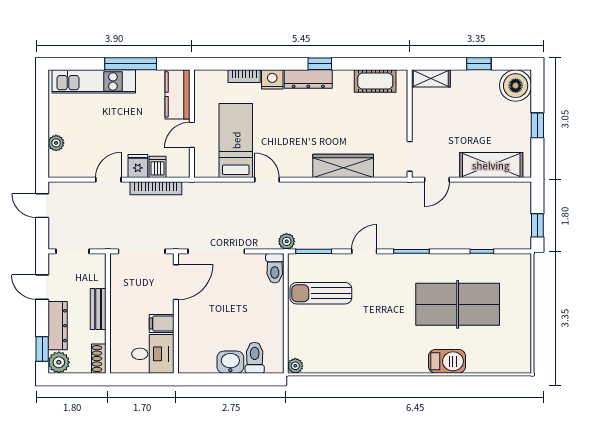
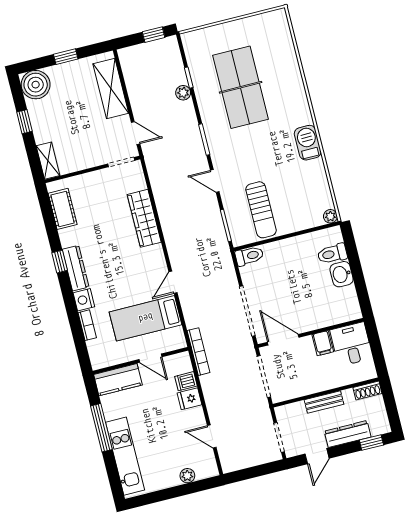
door: (108, 180) -> (212, 436), moved
bookcase: (156, 188) -> (198, 352), moved
door: (42, 206) -> (246, 474), removed
plant: (287, 241) -> (183, 93), moved
barbecue: (447, 361) -> (308, 143), moved
plant: (59, 362) -> (379, 425), removed

